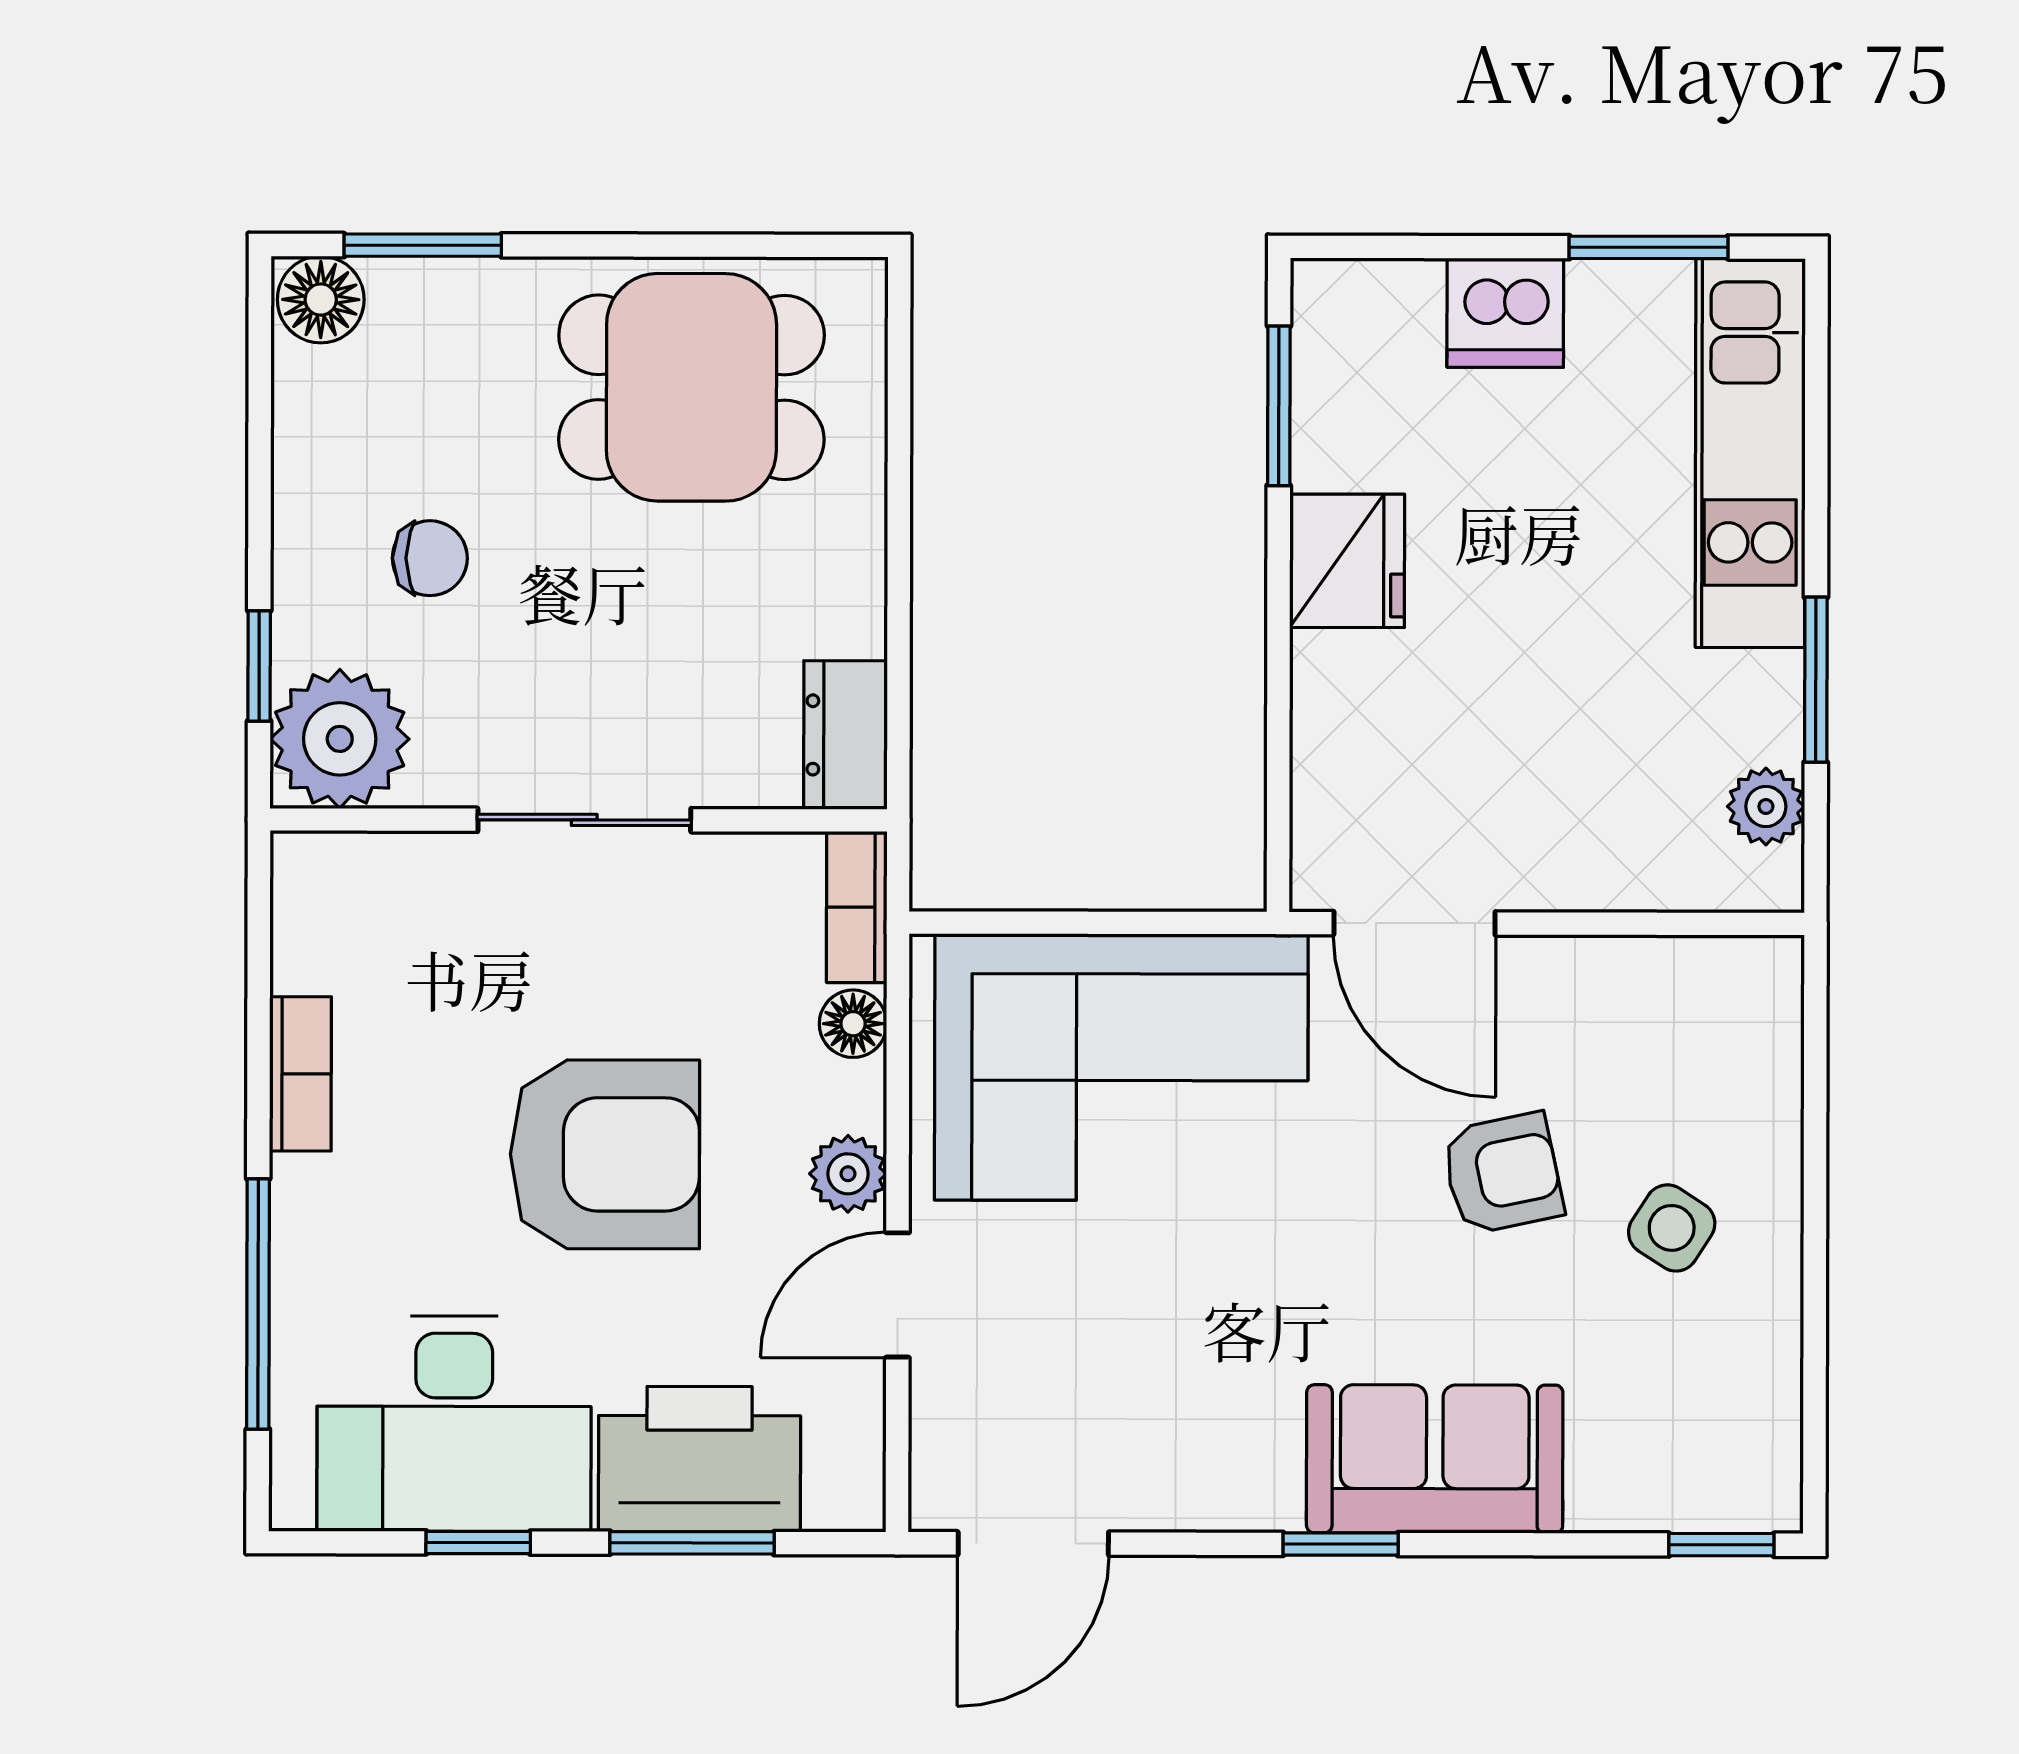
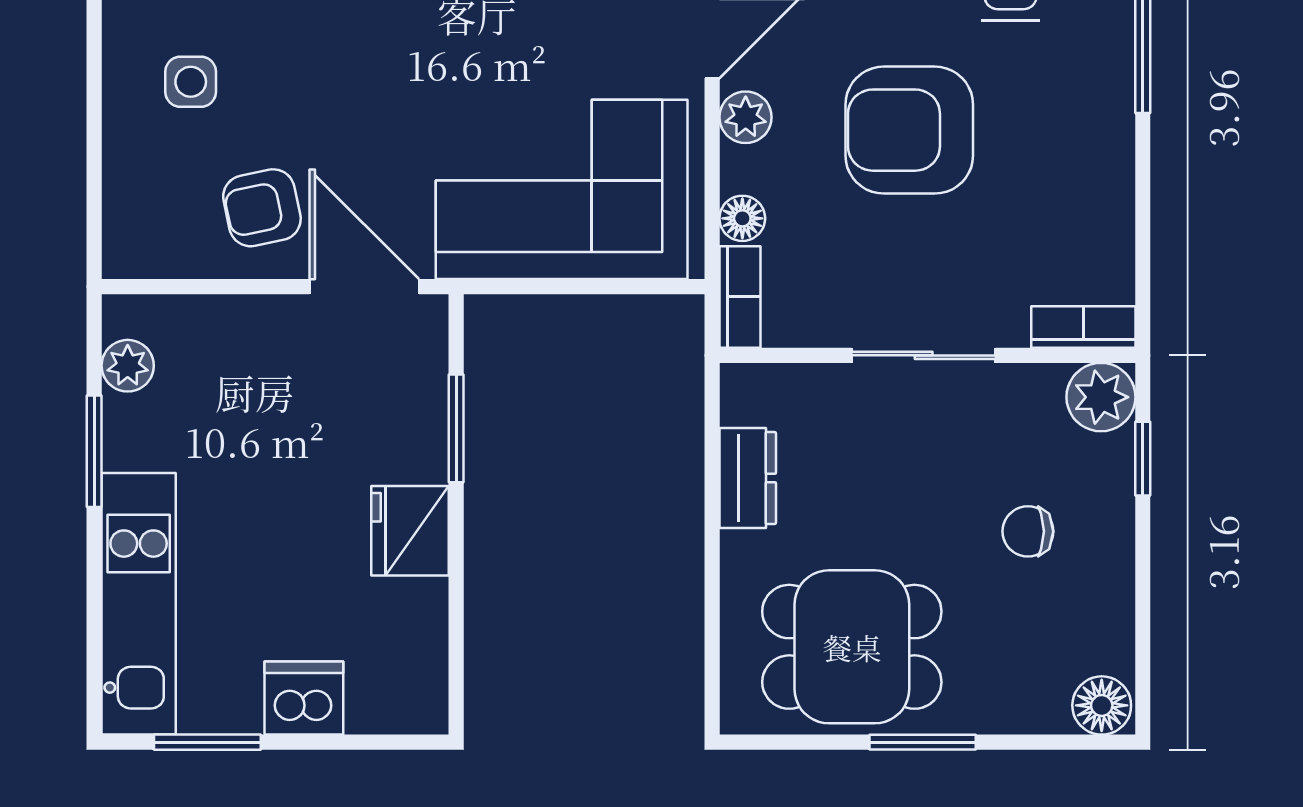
window: (423, 245) -> (923, 742), moved
window: (1279, 406) -> (456, 428), moved
dresser: (845, 735) -> (748, 478), moved
plant: (340, 739) -> (1101, 397), width x0.73, depth x0.73
bookcase: (300, 1074) -> (1083, 327), moved, turned 90
armchair: (1502, 1173) -> (262, 208), moved
side table: (1672, 1228) -> (191, 82), turned -33

